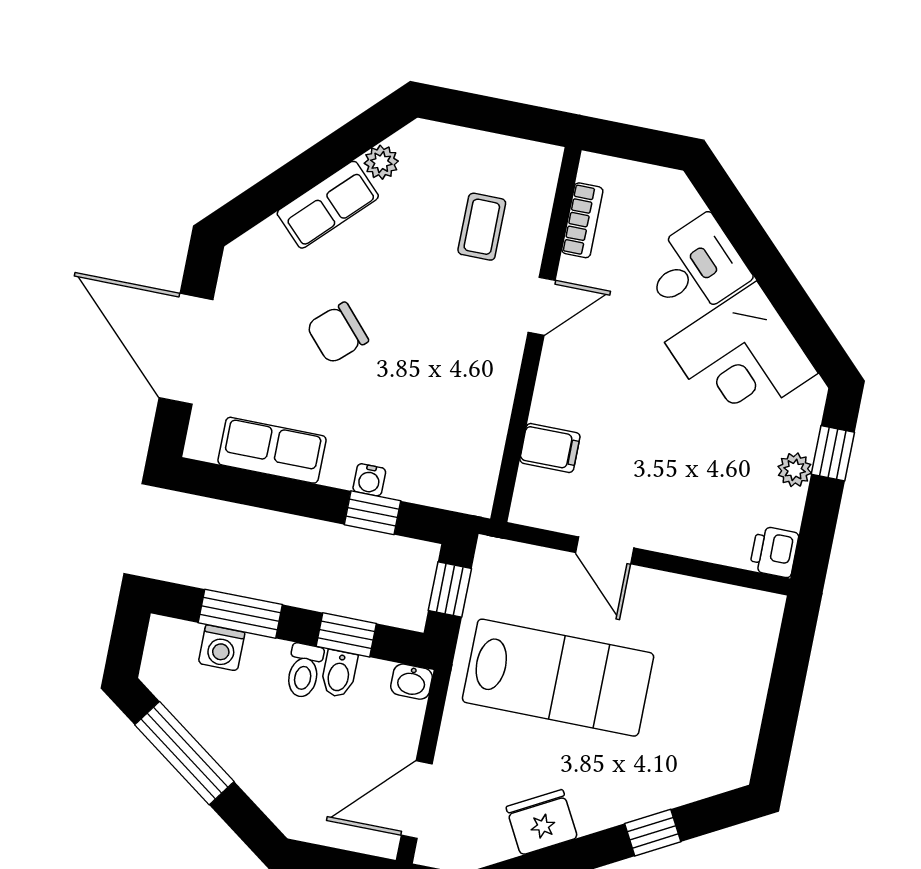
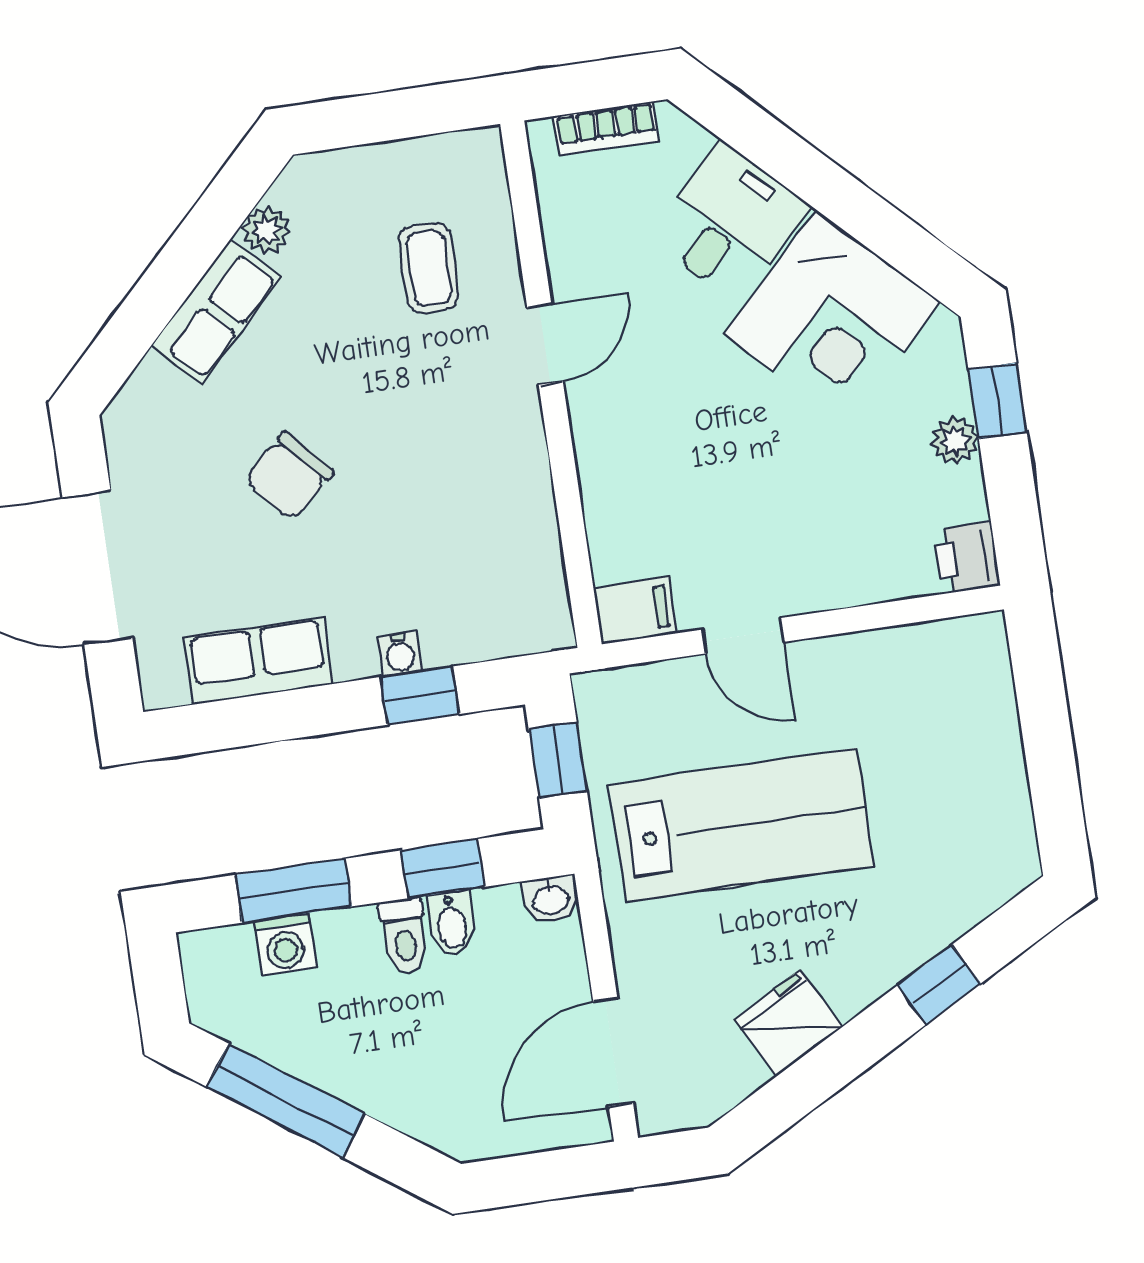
bookcase: (582, 220) -> (606, 129), moved, turned 90
filing cabinet: (550, 448) -> (635, 611), moved

